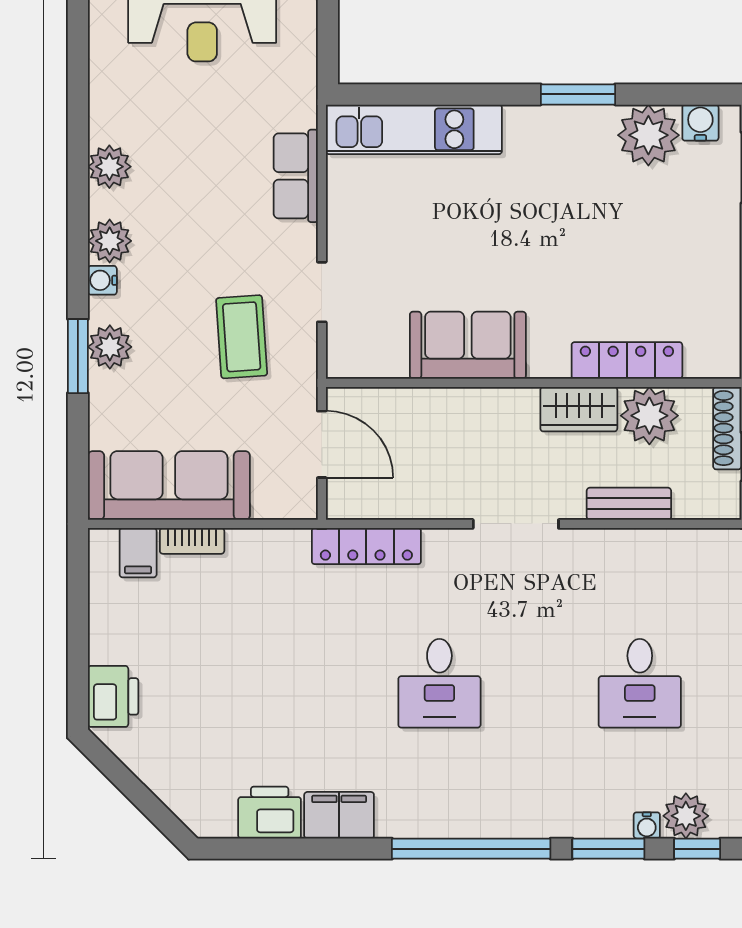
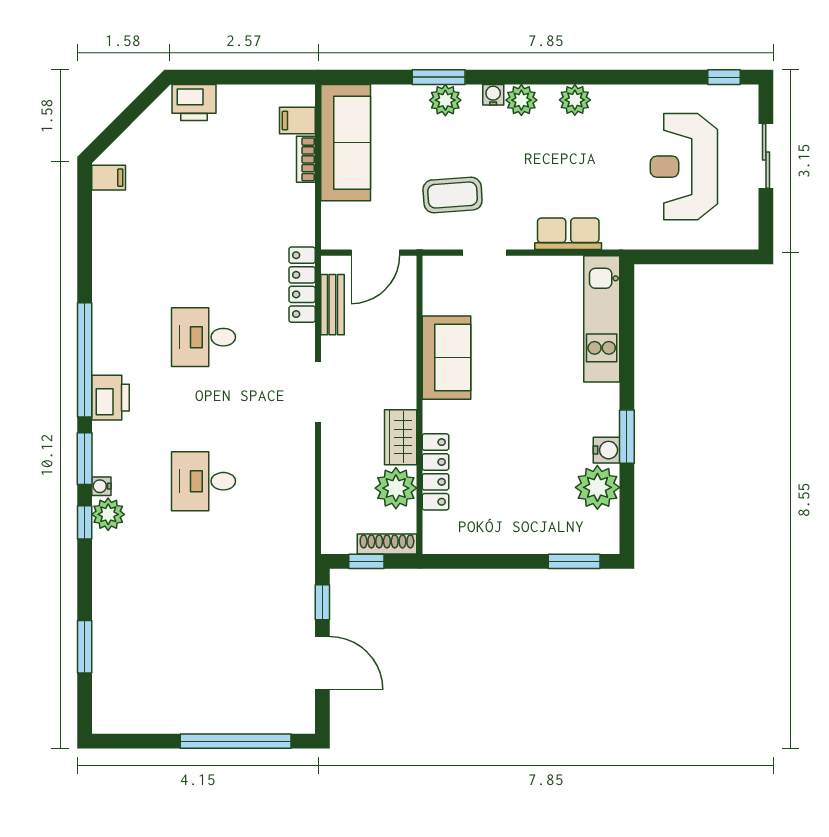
water cooler: (700, 123) -> (606, 450), moved
bench: (629, 504) -> (332, 305), moved
printer: (270, 813) -> (111, 398), moved
filing cabinet: (339, 815) -> (109, 178), moved, width x0.50

